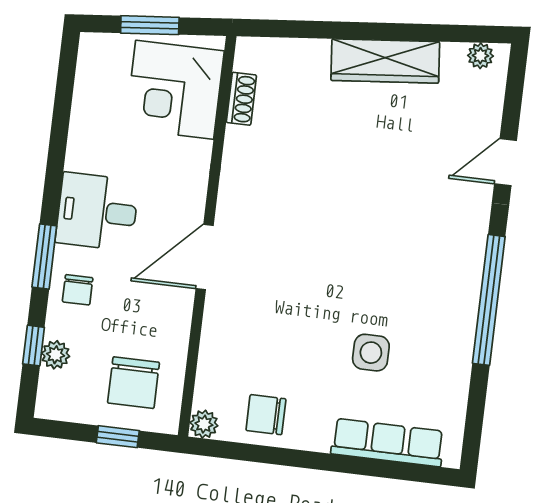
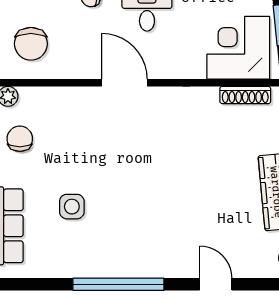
shoe rack: (241, 99) -> (245, 95), width x1.43
chair: (133, 383) -> (31, 44), turned -90

